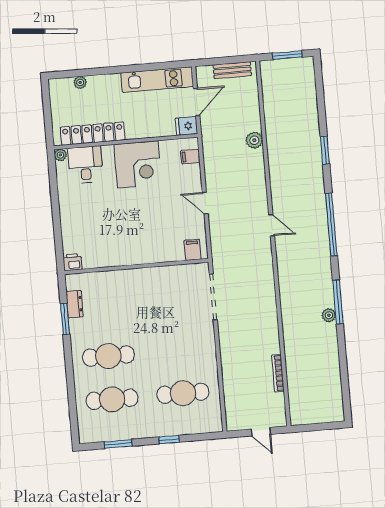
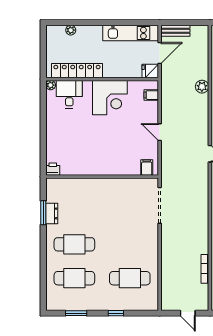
bench: (232, 70) -> (175, 31), moved
dresser: (75, 304) -> (52, 213), moved

